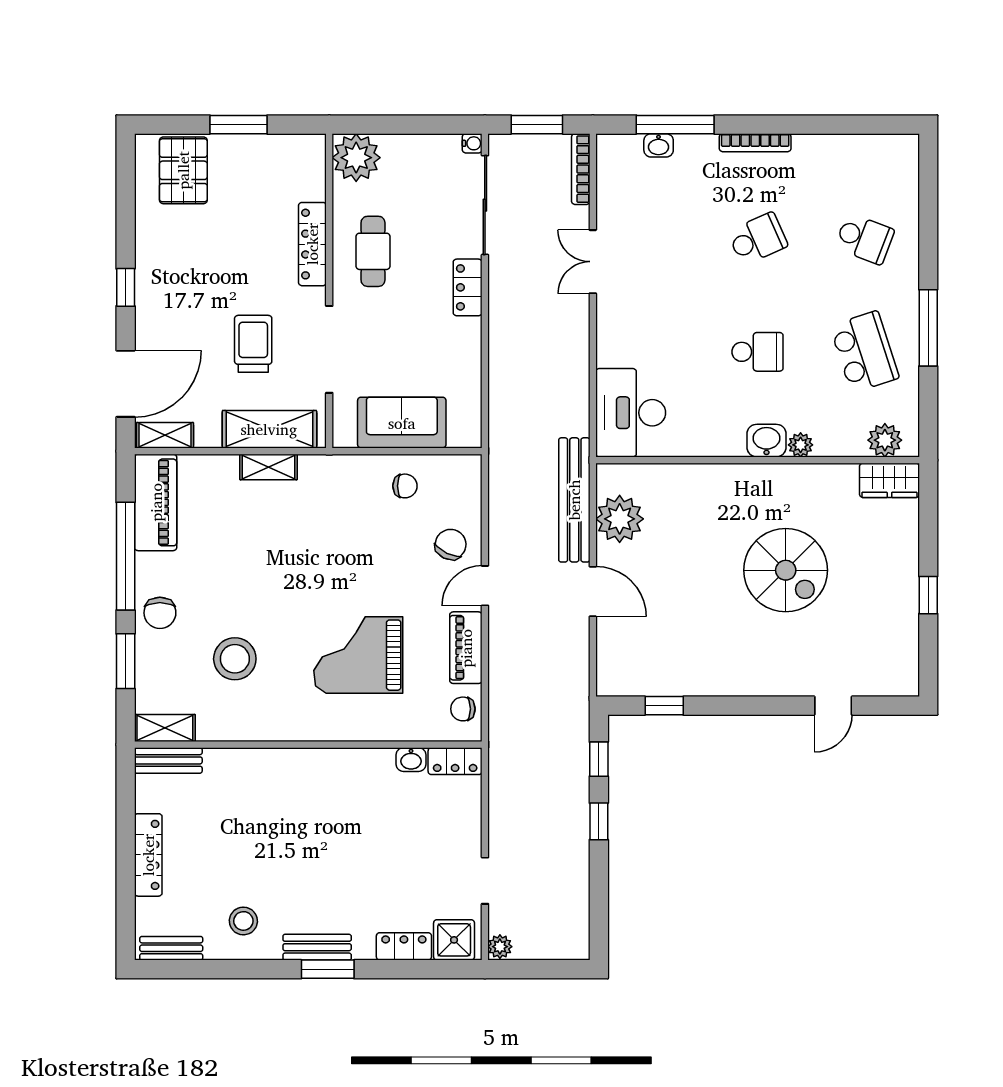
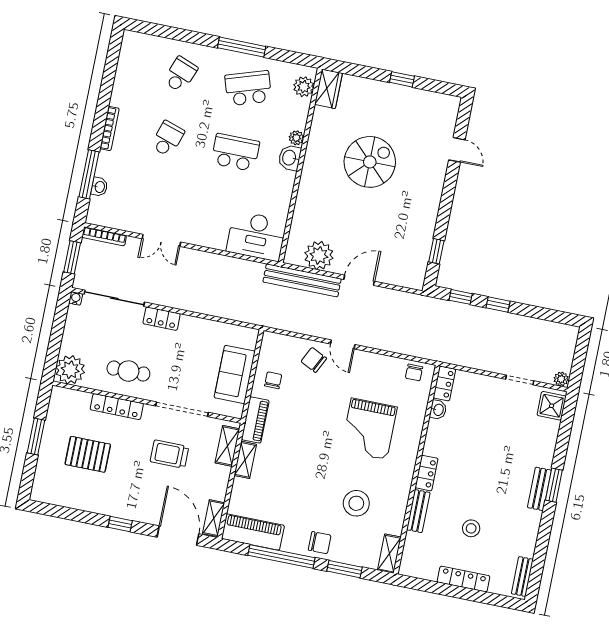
pallet: (183, 170) -> (88, 454), moved
school desk: (758, 239) -> (167, 139), turned 42
school desk: (758, 352) -> (235, 152), width x1.85
shelving: (269, 429) -> (227, 446), width x0.67, depth x0.75
piano: (466, 648) -> (255, 420), moved, turned -90
bench: (168, 760) -> (418, 511), moved
stool: (243, 921) -> (471, 528), moved
locker: (404, 946) -> (426, 473), moved, turned 180

